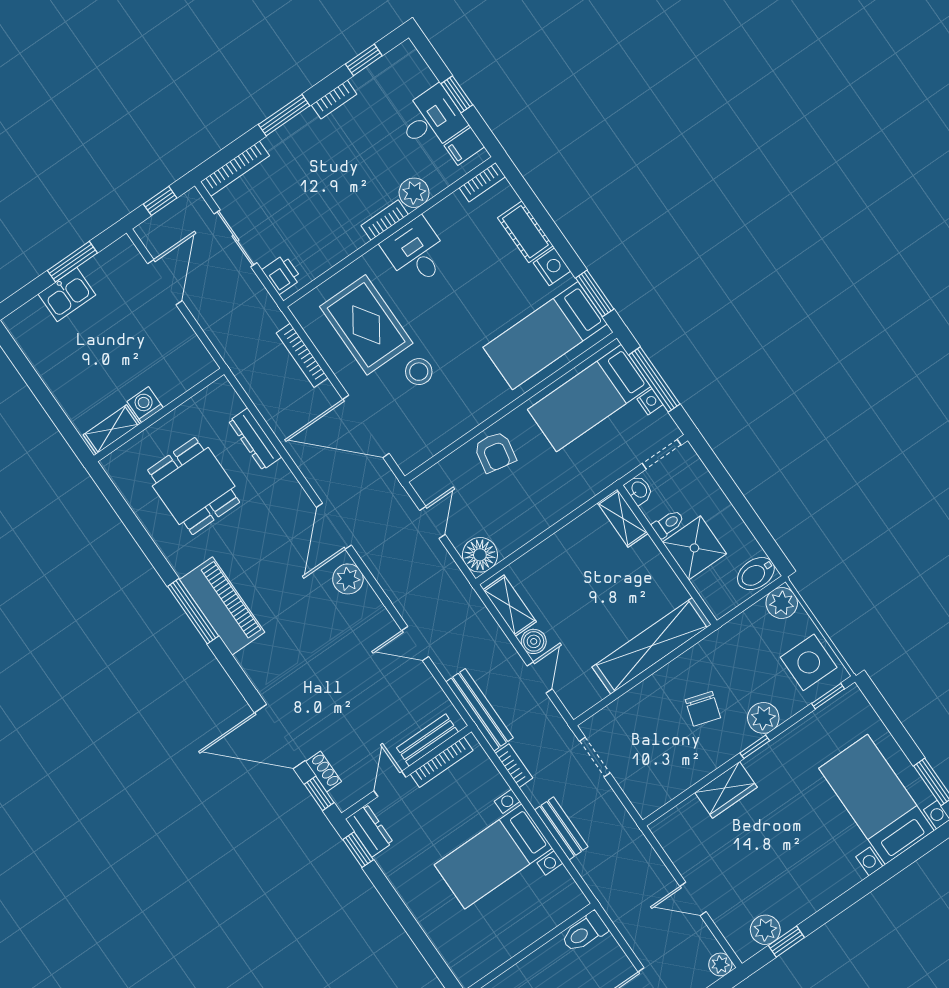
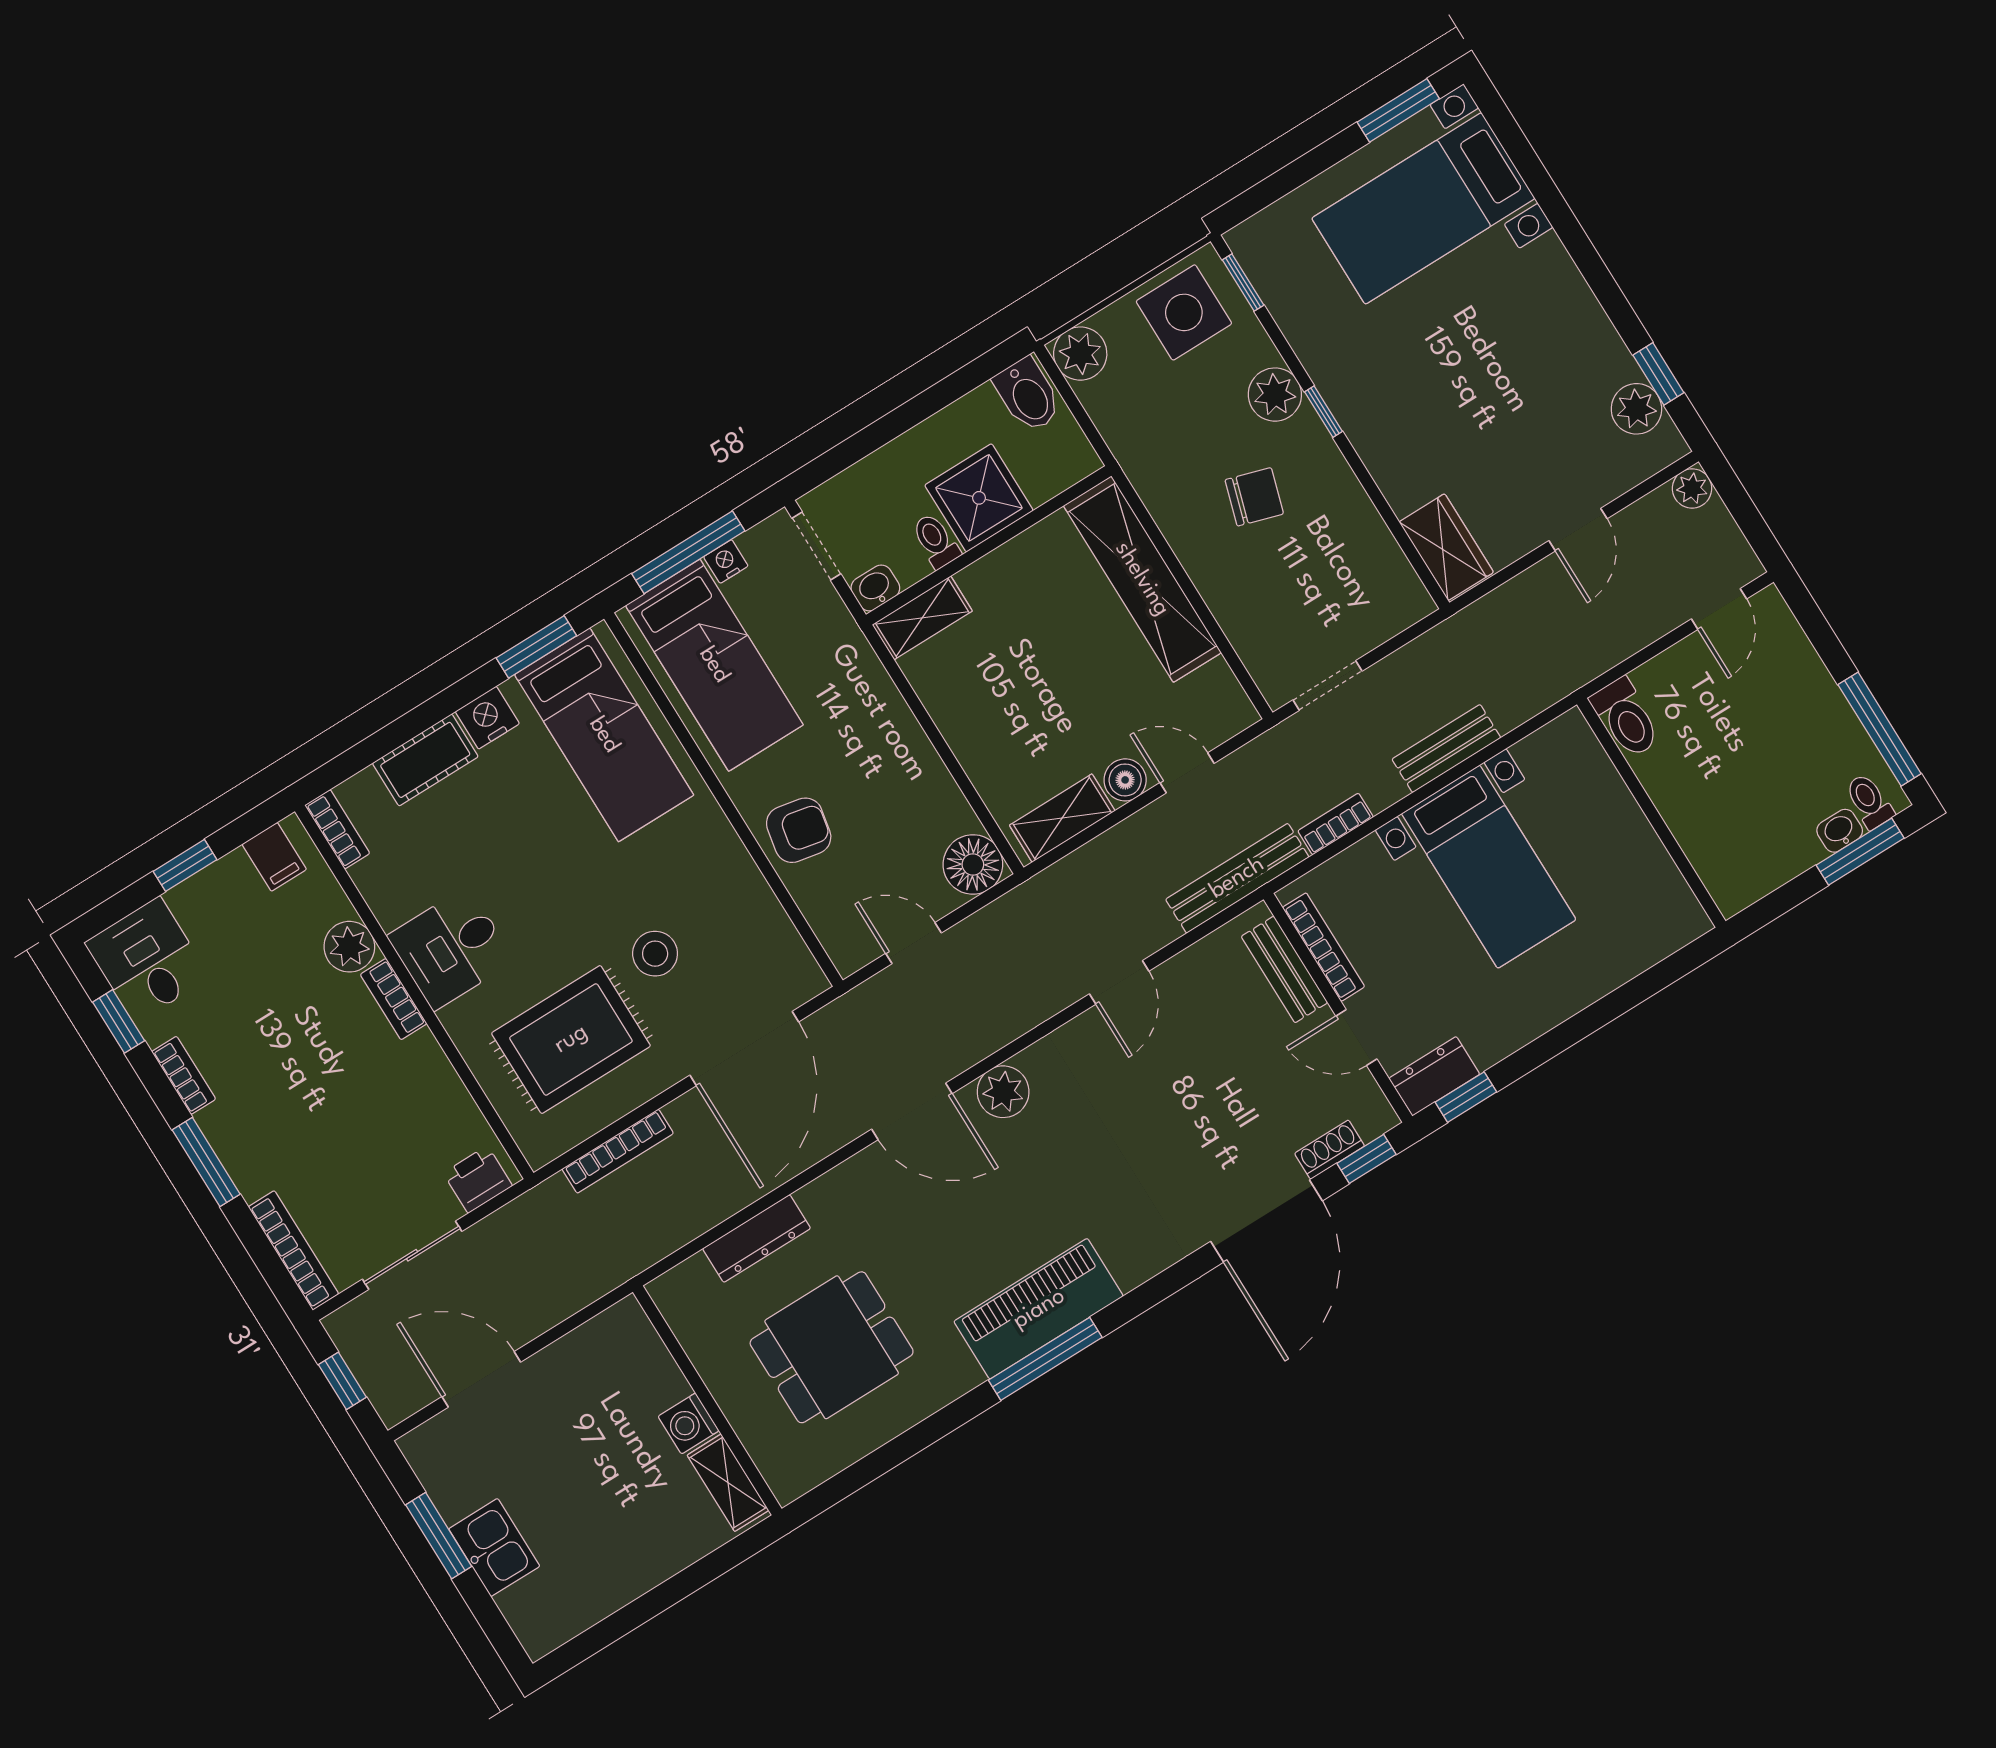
desk: (431, 119) -> (147, 960), moved
wardrobe: (726, 790) -> (1446, 547), moved

